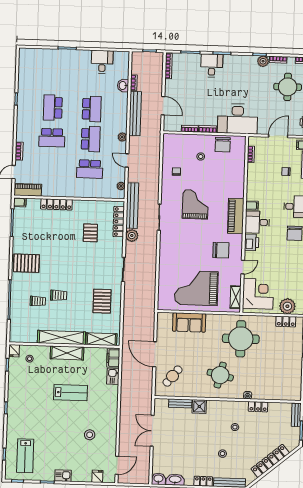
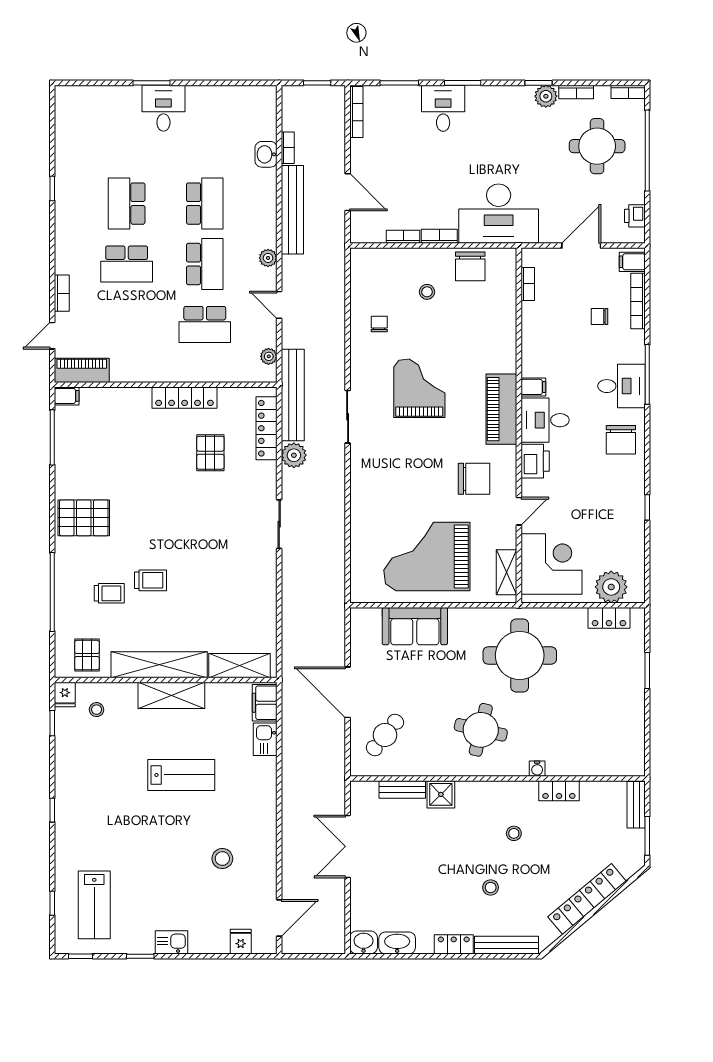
desk: (102, 62) -> (163, 108), moved
locker: (56, 204) -> (185, 398), moved
pallet: (102, 301) -> (87, 655), moved, width x0.67, depth x0.71

